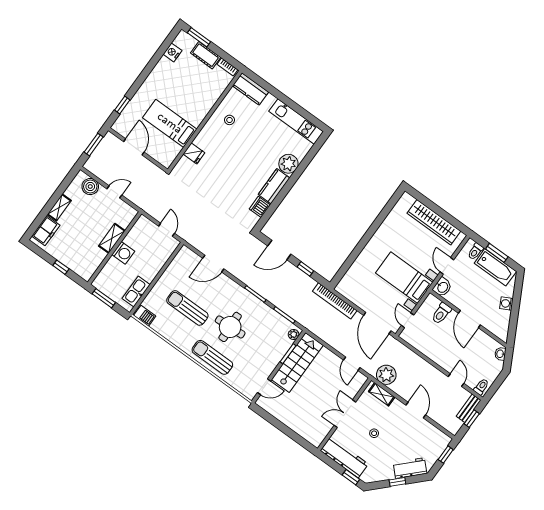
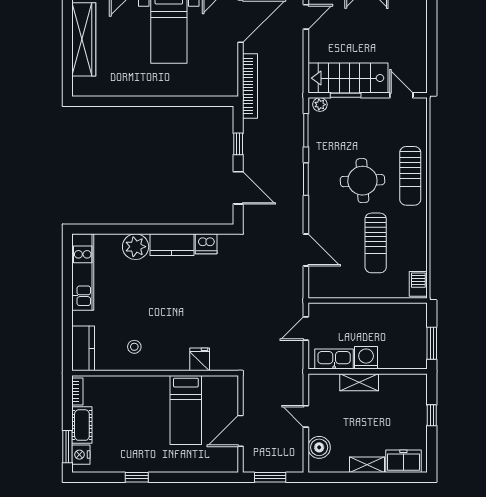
nightstand: (173, 52) -> (81, 455), moved, turned 90
window: (122, 105) -> (137, 477), moved
kitchen sink: (136, 292) -> (334, 359), moved, turned 180

